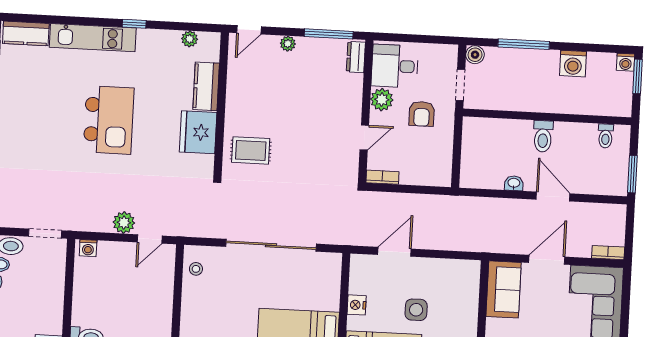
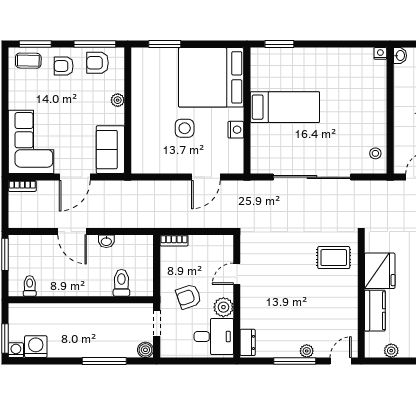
window: (329, 34) -> (295, 361), moved
washing machine: (573, 64) -> (36, 347), moved
armchair: (422, 114) -> (189, 297), turned -109
toilet: (543, 136) -> (121, 283), moved
bookcase: (382, 177) -> (174, 241), moved

